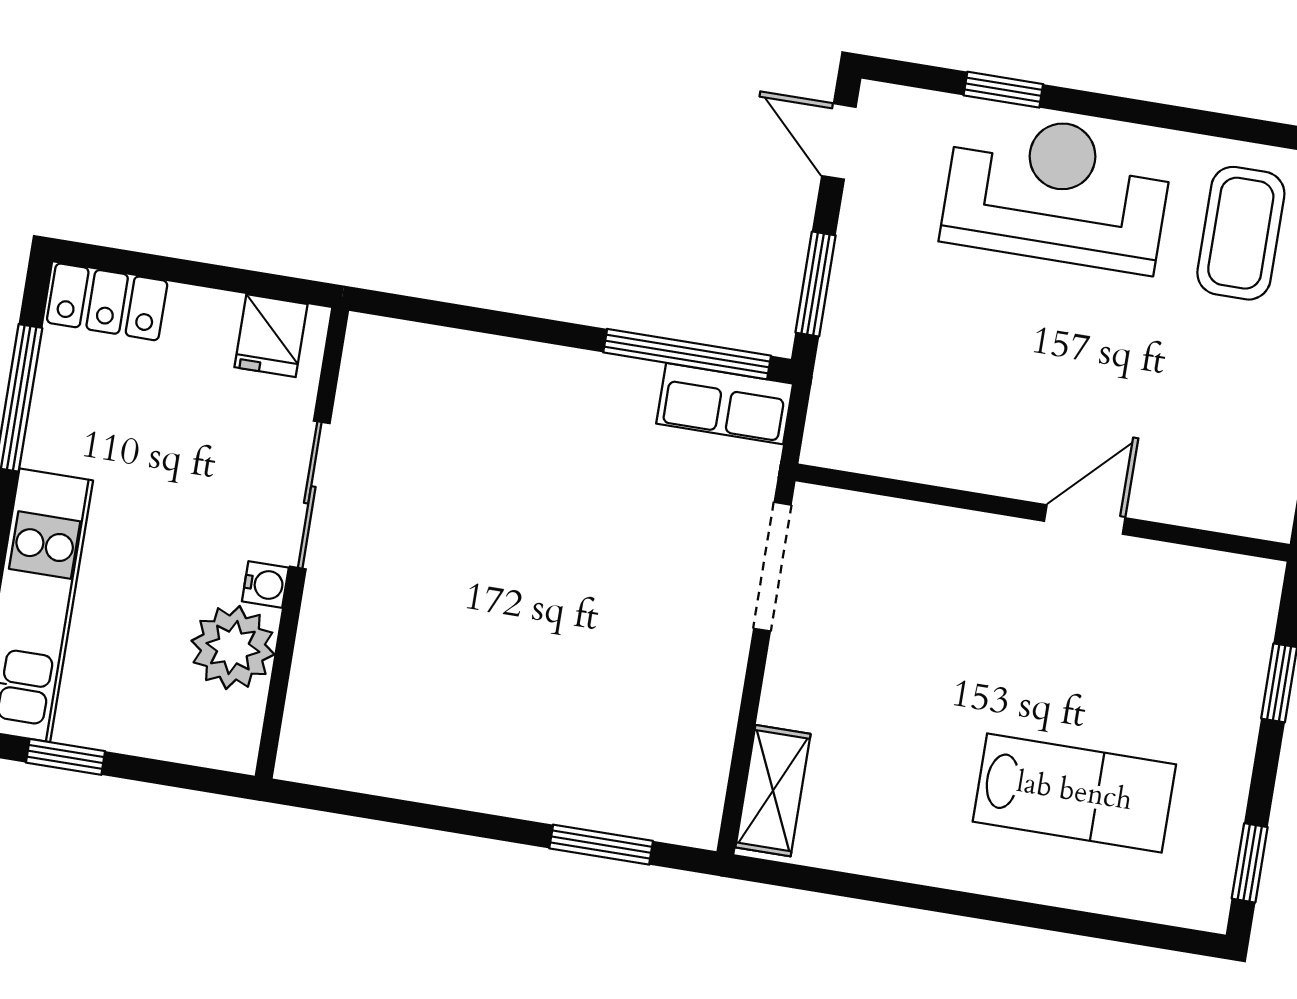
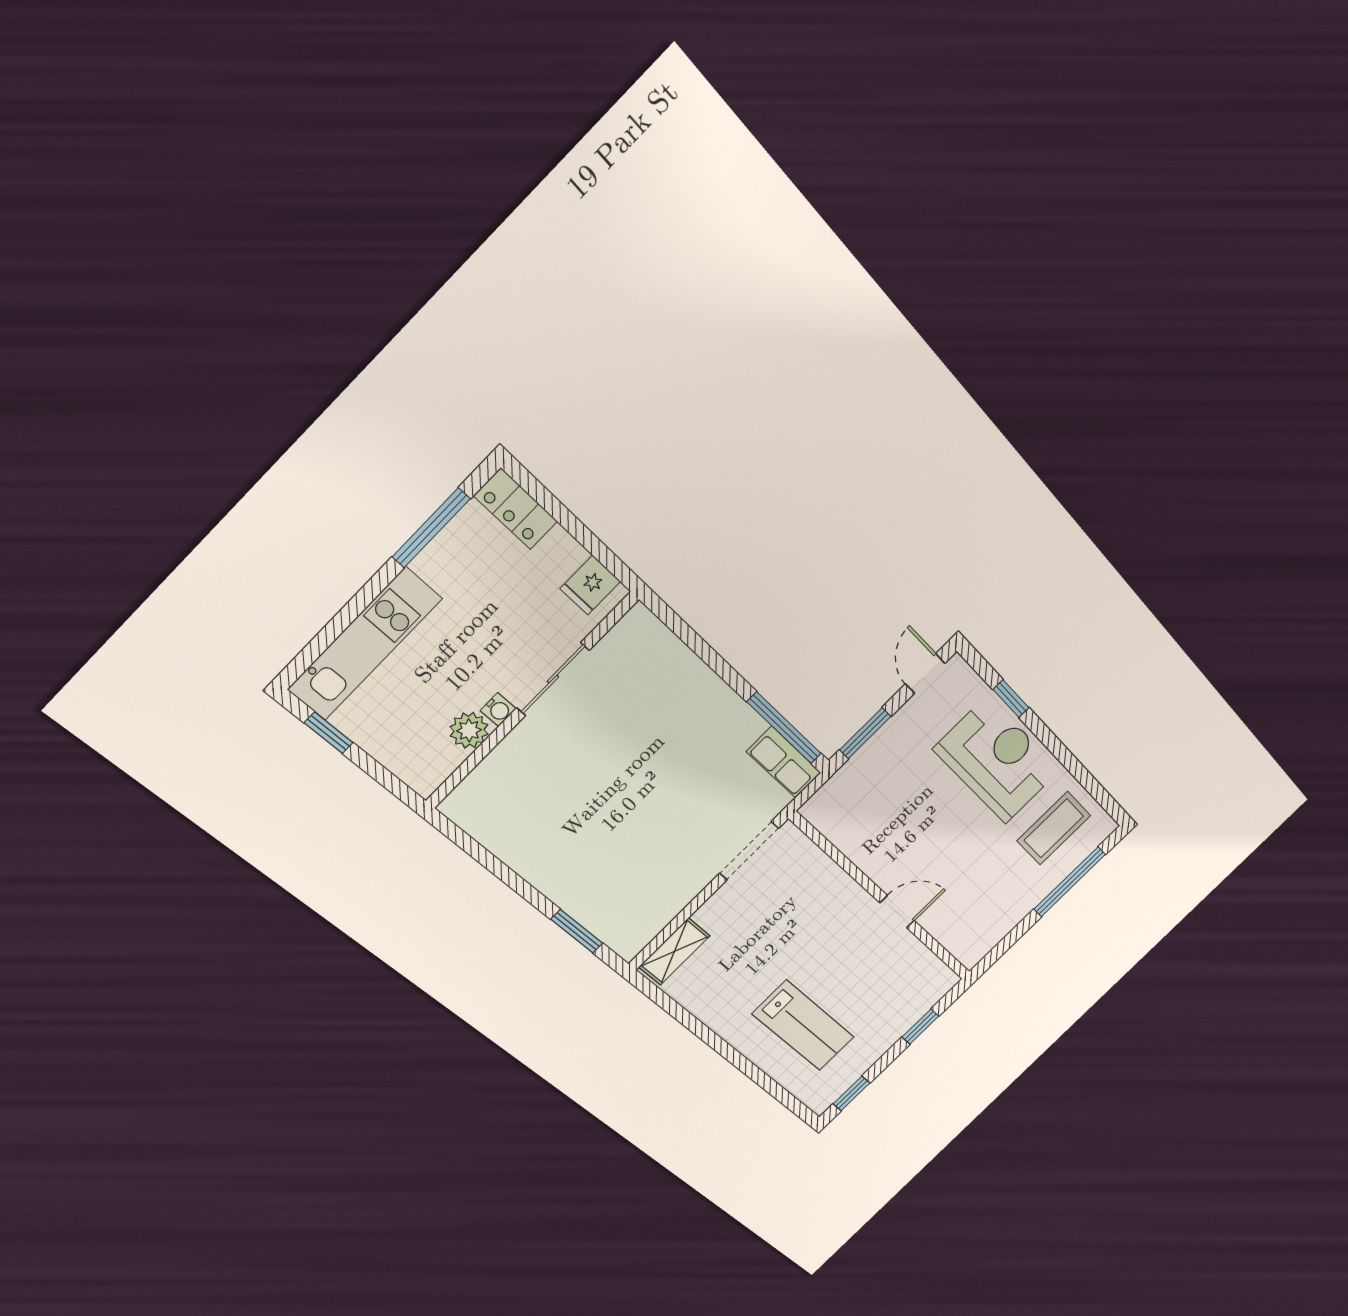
plant: (233, 647) -> (469, 730), width x0.73, depth x0.73

